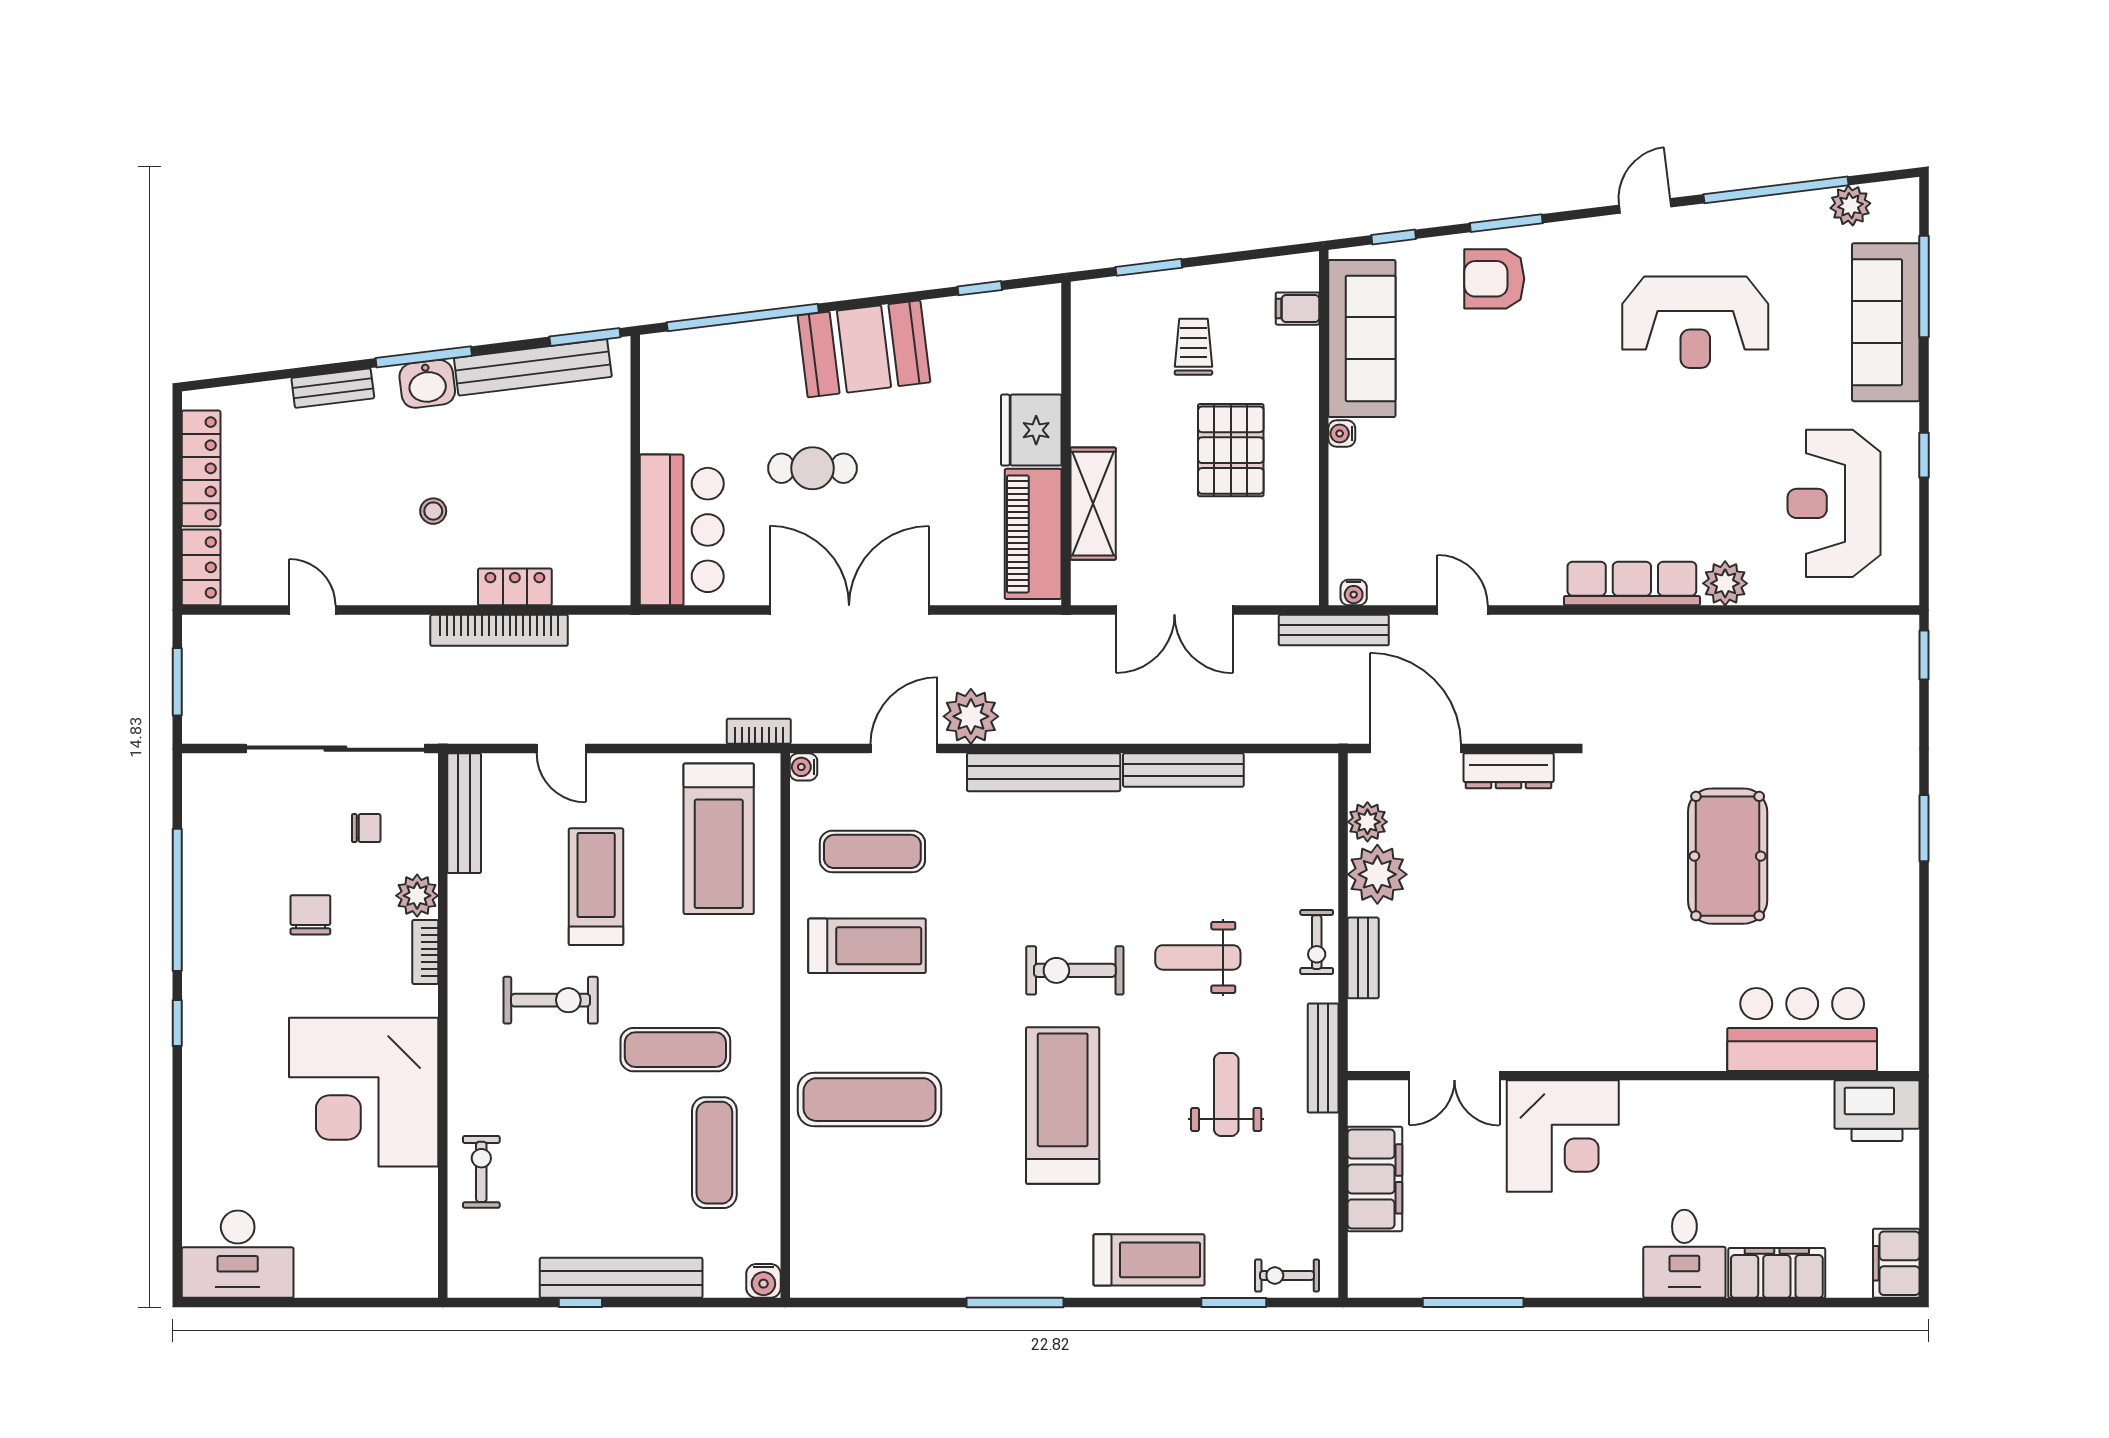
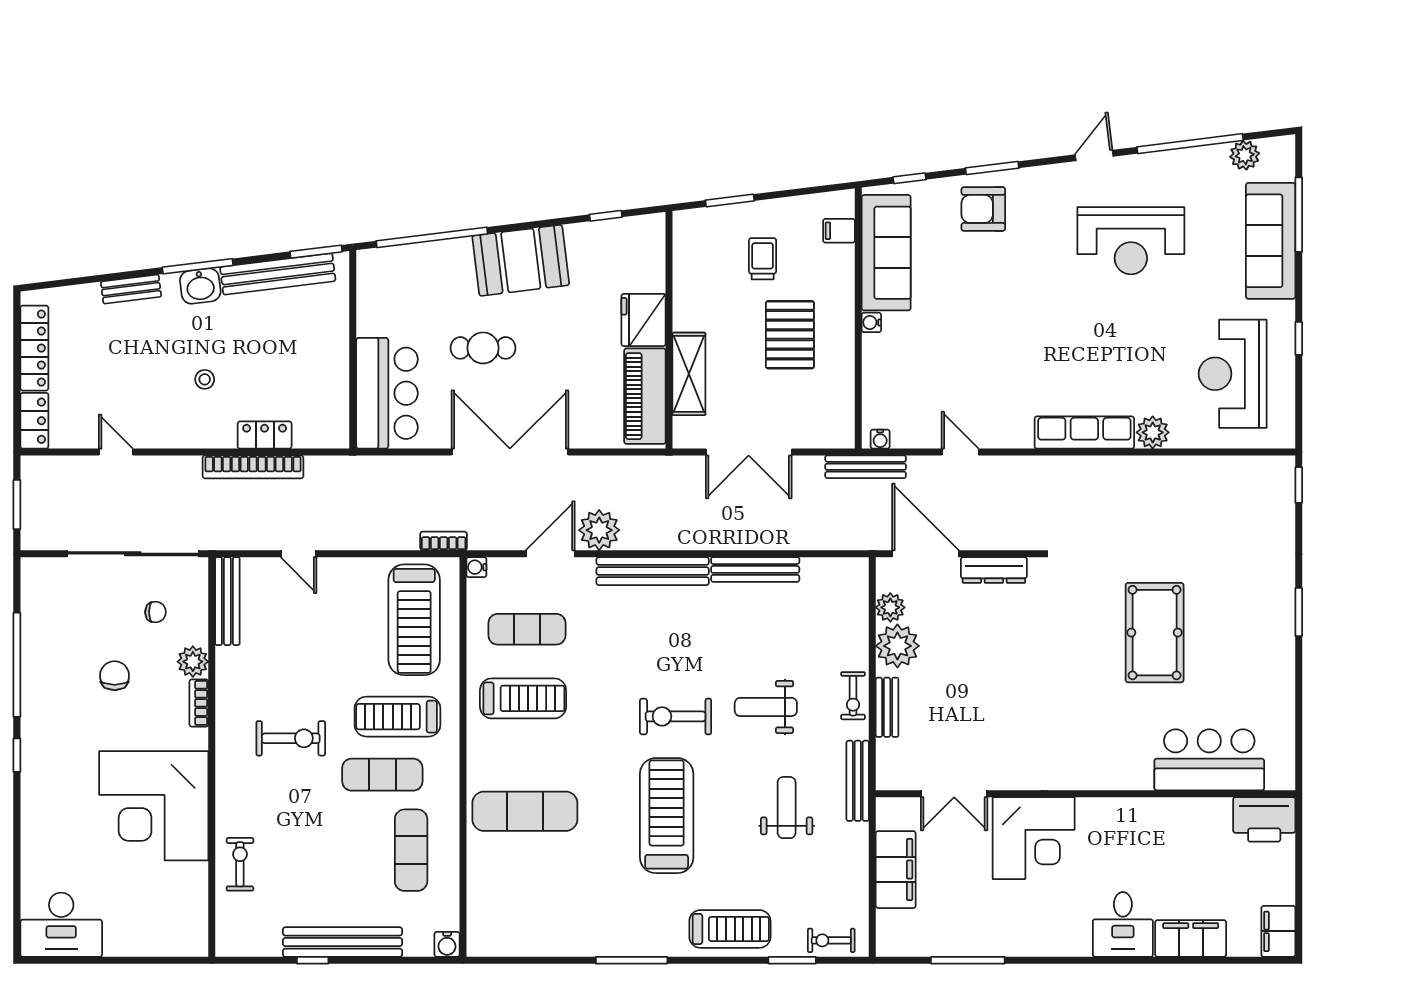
treadmill: (596, 887) -> (397, 717), moved, turned -90

